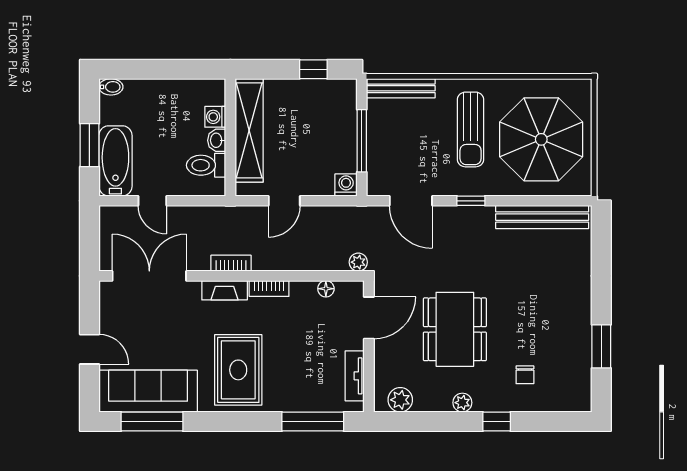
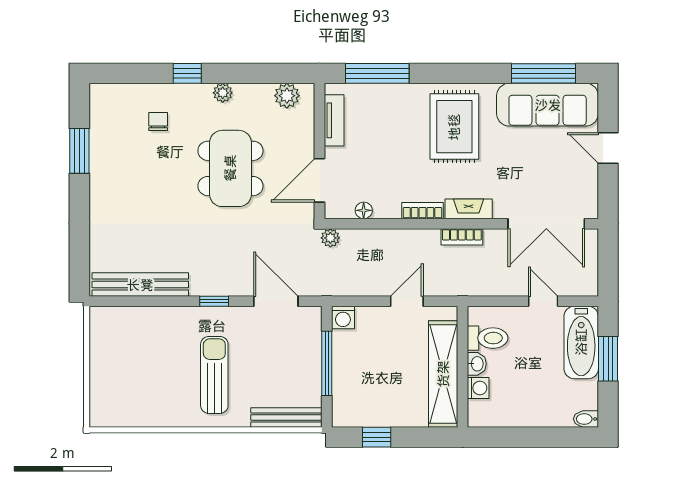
parasol: (541, 139) -> (141, 365), removed

